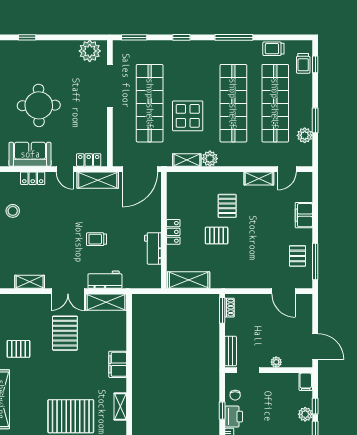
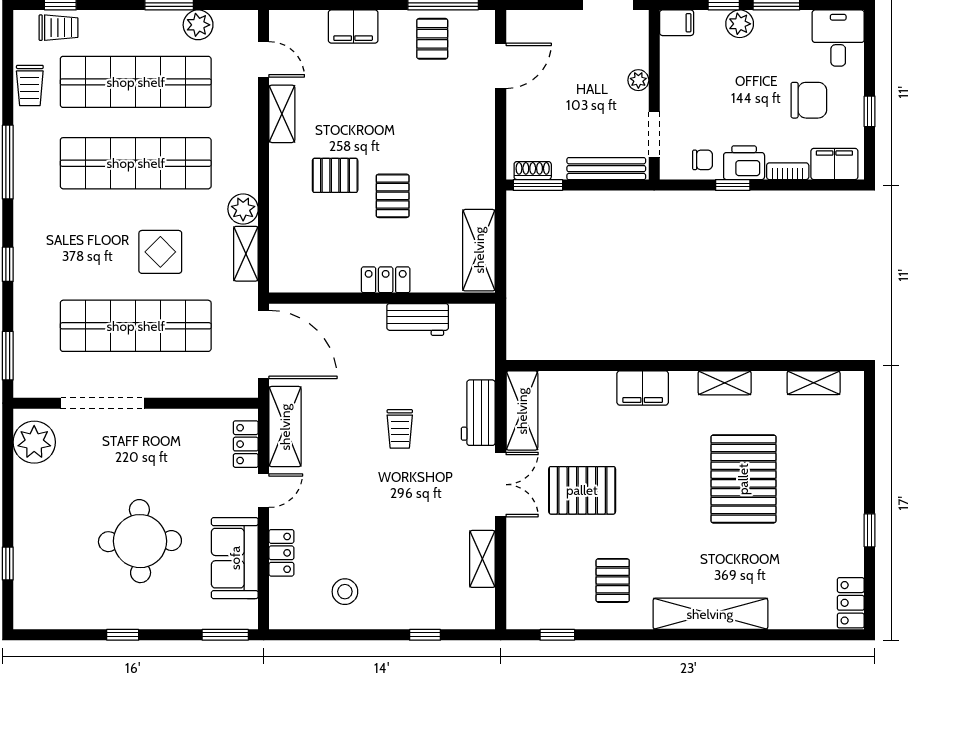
display table: (188, 116) -> (160, 252), width x0.73, depth x0.73
pallet: (297, 256) -> (432, 39), turned 90
bench: (231, 351) -> (606, 169), width x1.36

